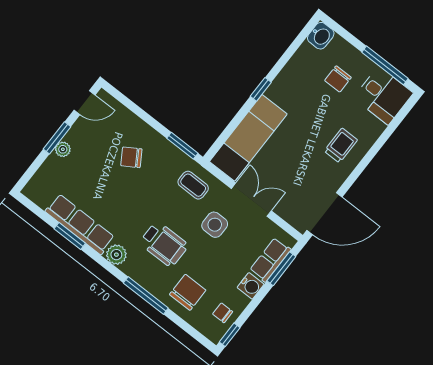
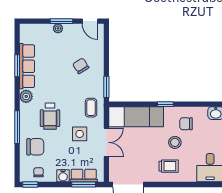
chair: (338, 79) -> (186, 124), moved
stool: (318, 115) -> (175, 142), added

